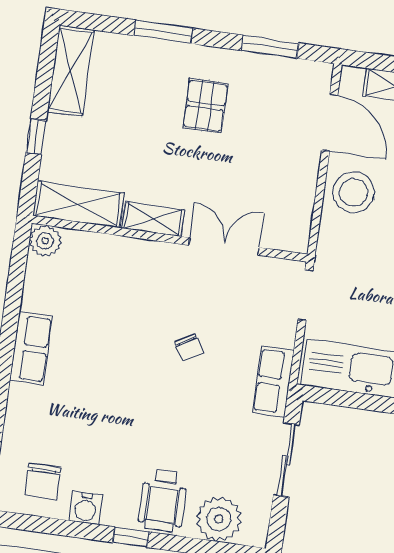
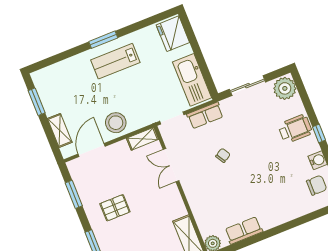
shelving: (153, 219) -> (143, 139), moved, turned 90
row of seats: (31, 348) -> (244, 230), moved
row of seats: (273, 382) -> (205, 115), moved
plant: (219, 519) -> (285, 88), moved

